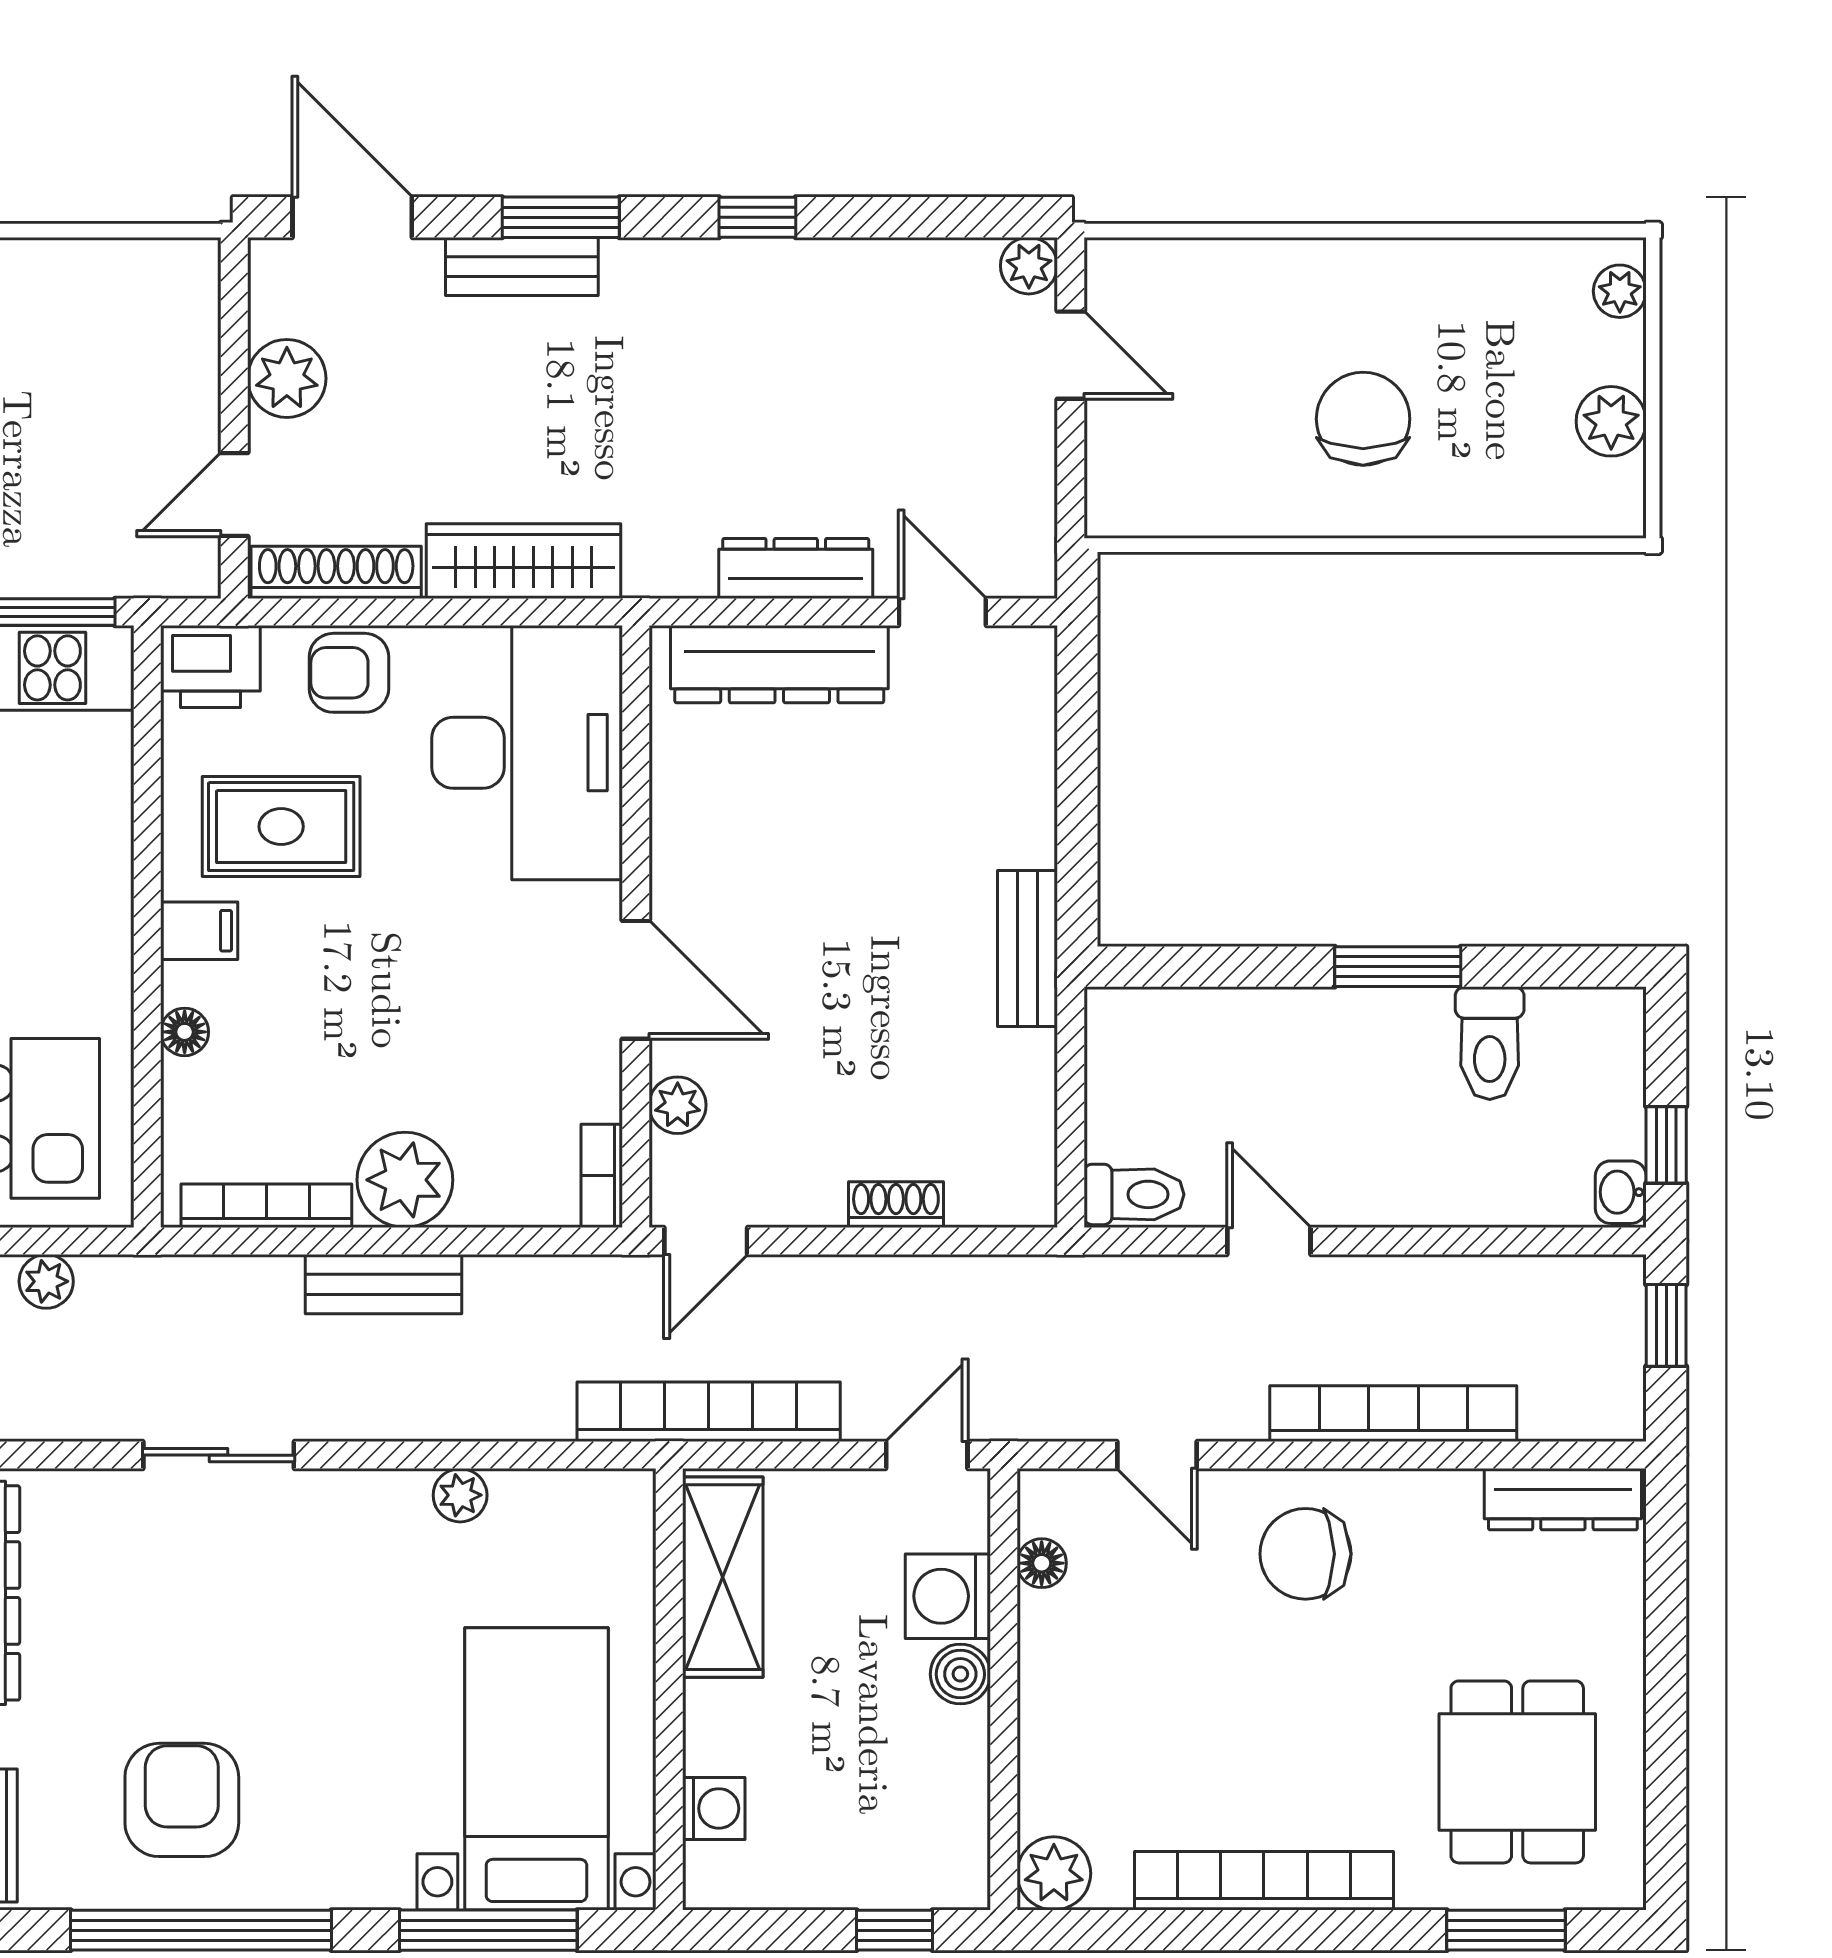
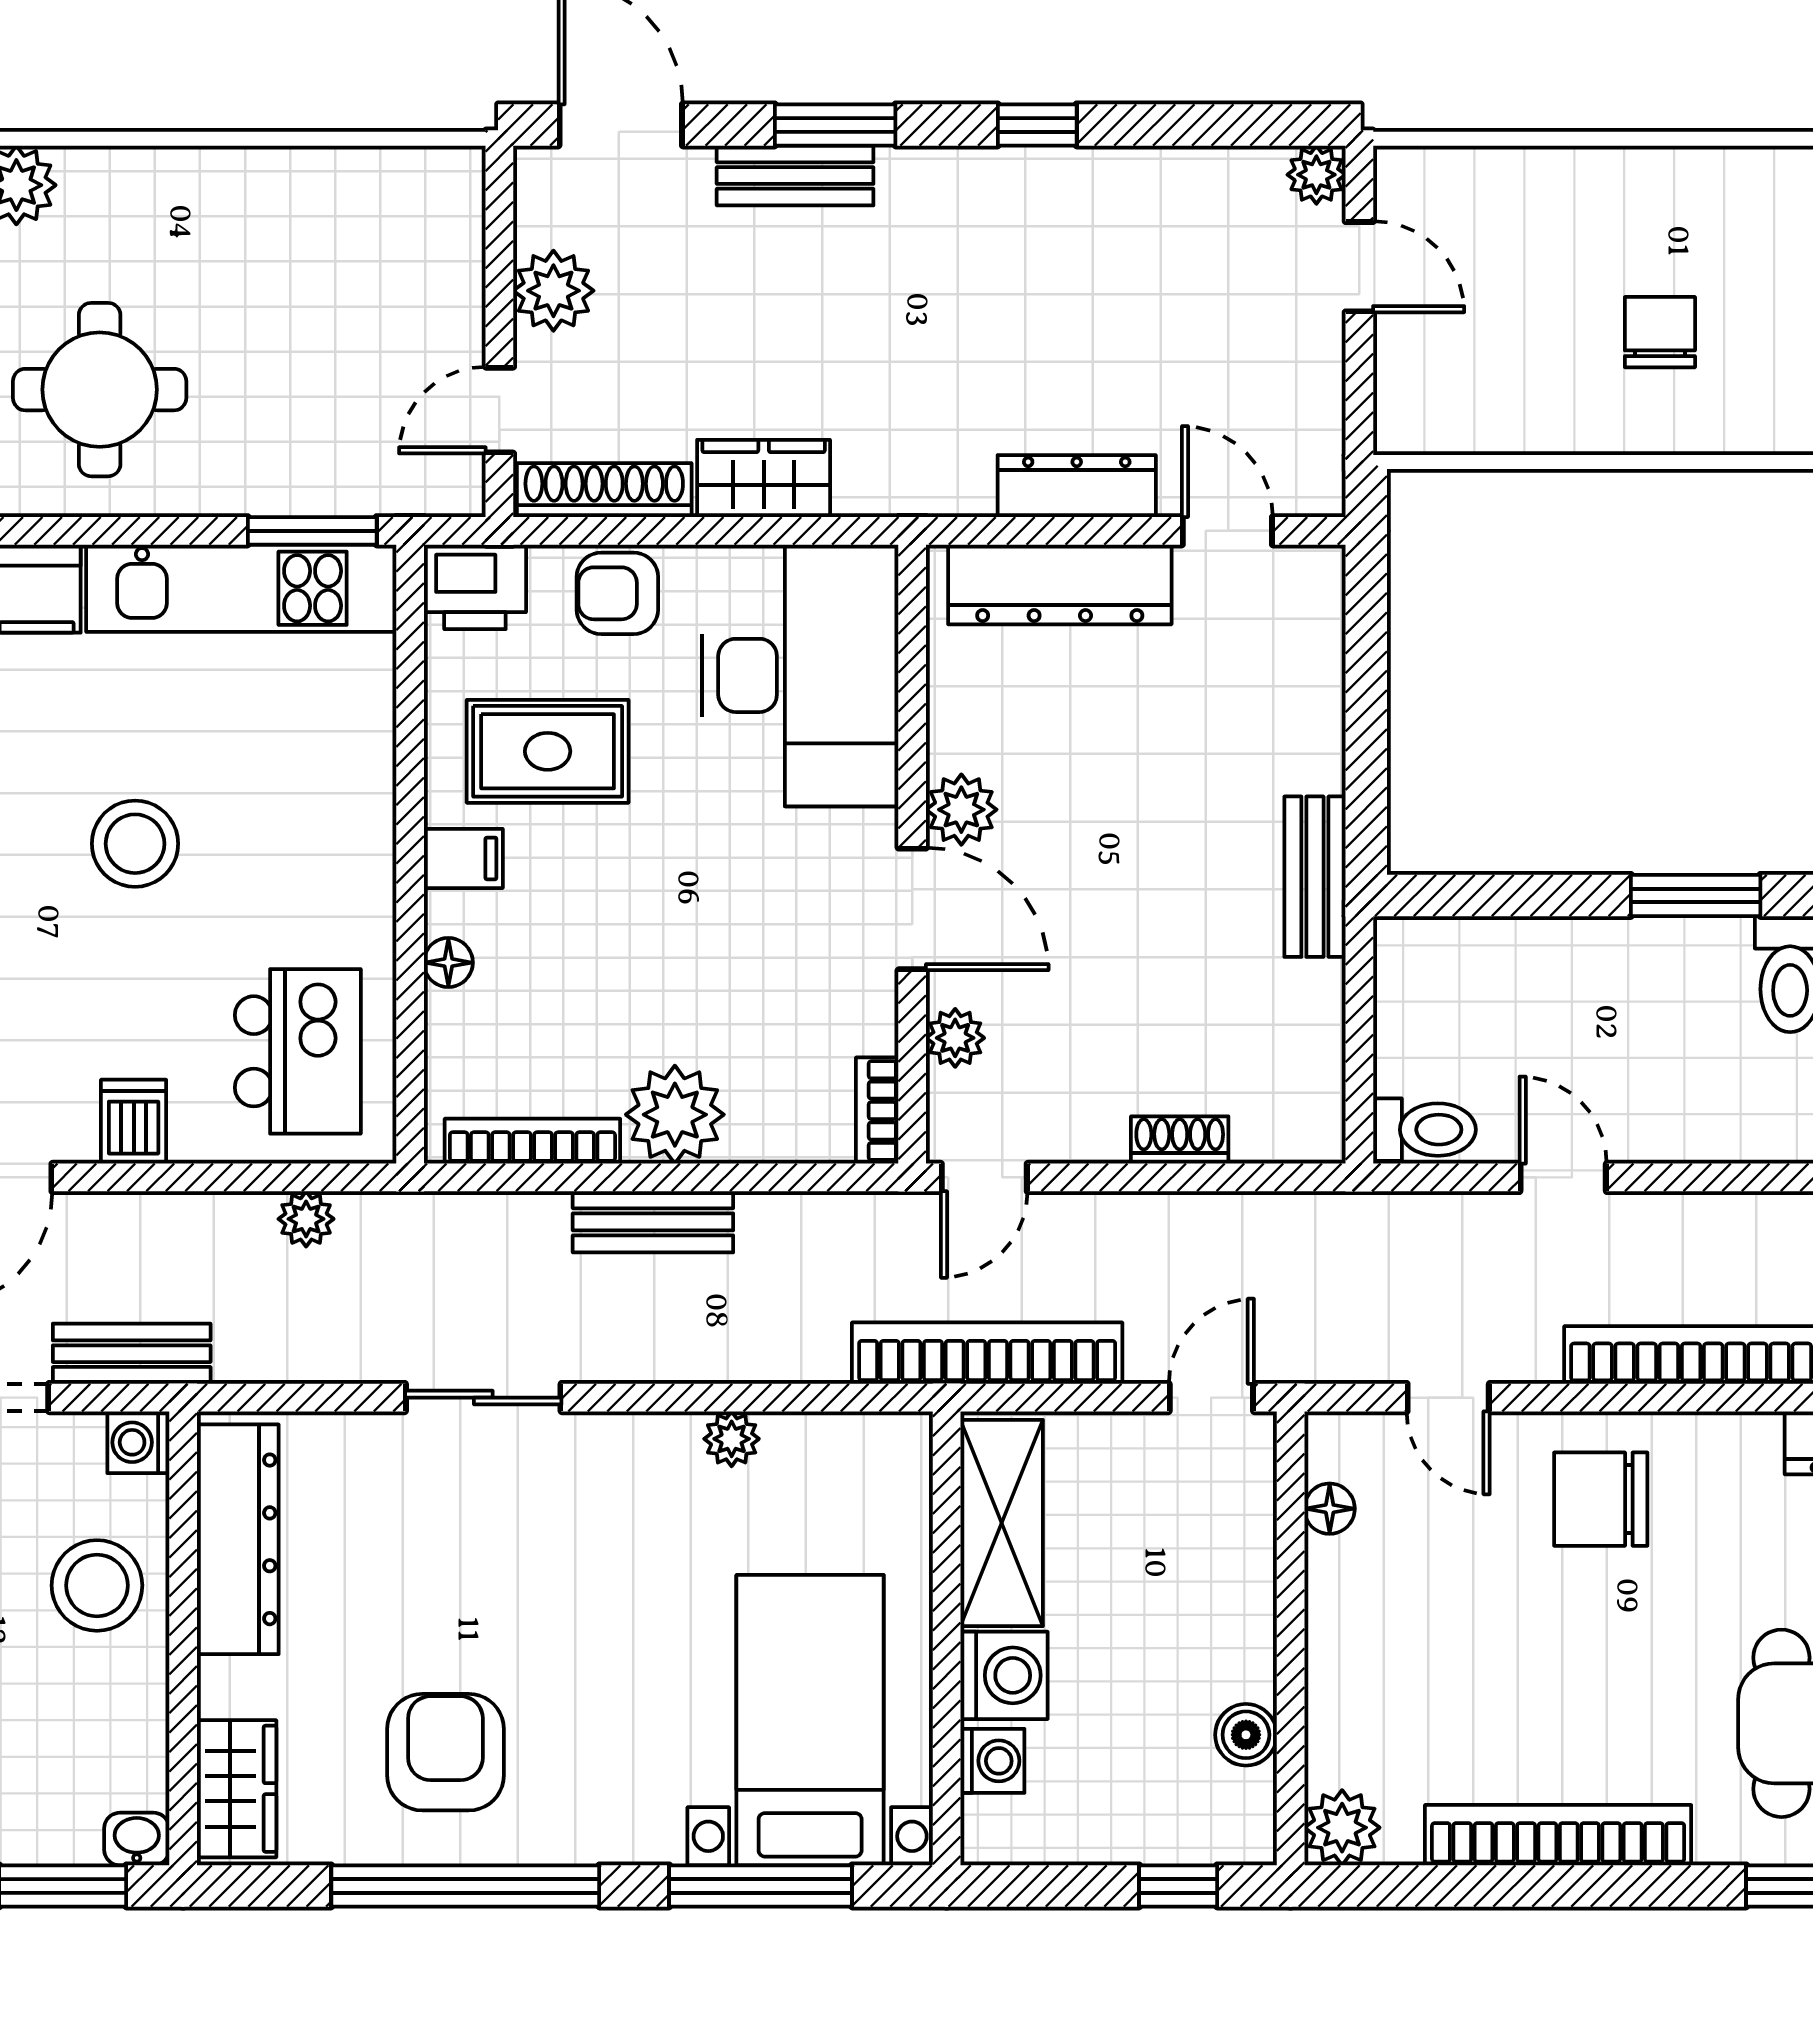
chair: (1363, 419) -> (1660, 332), width x0.73, depth x0.73
wardrobe: (524, 561) -> (764, 478), width x0.67
plant: (684, 883) -> (961, 810), added
washing machine: (948, 1596) -> (1004, 1675), moved, turned 180
boiler: (960, 1674) -> (1246, 1735), moved

